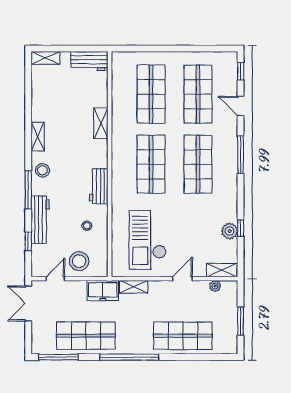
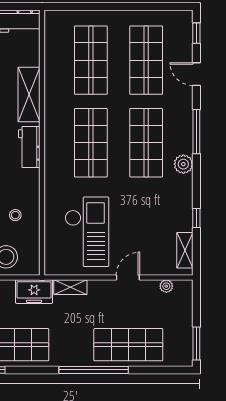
shelving: (101, 123) -> (29, 94), width x1.50, depth x1.33
workbench: (99, 186) -> (29, 147), moved
plant: (230, 231) -> (183, 164), moved
checkout: (148, 240) -> (87, 232), turned 180
shelving: (222, 270) -> (185, 250), moved, turned 90
window: (241, 321) -> (196, 343), moved
window: (129, 357) -> (94, 370), moved

